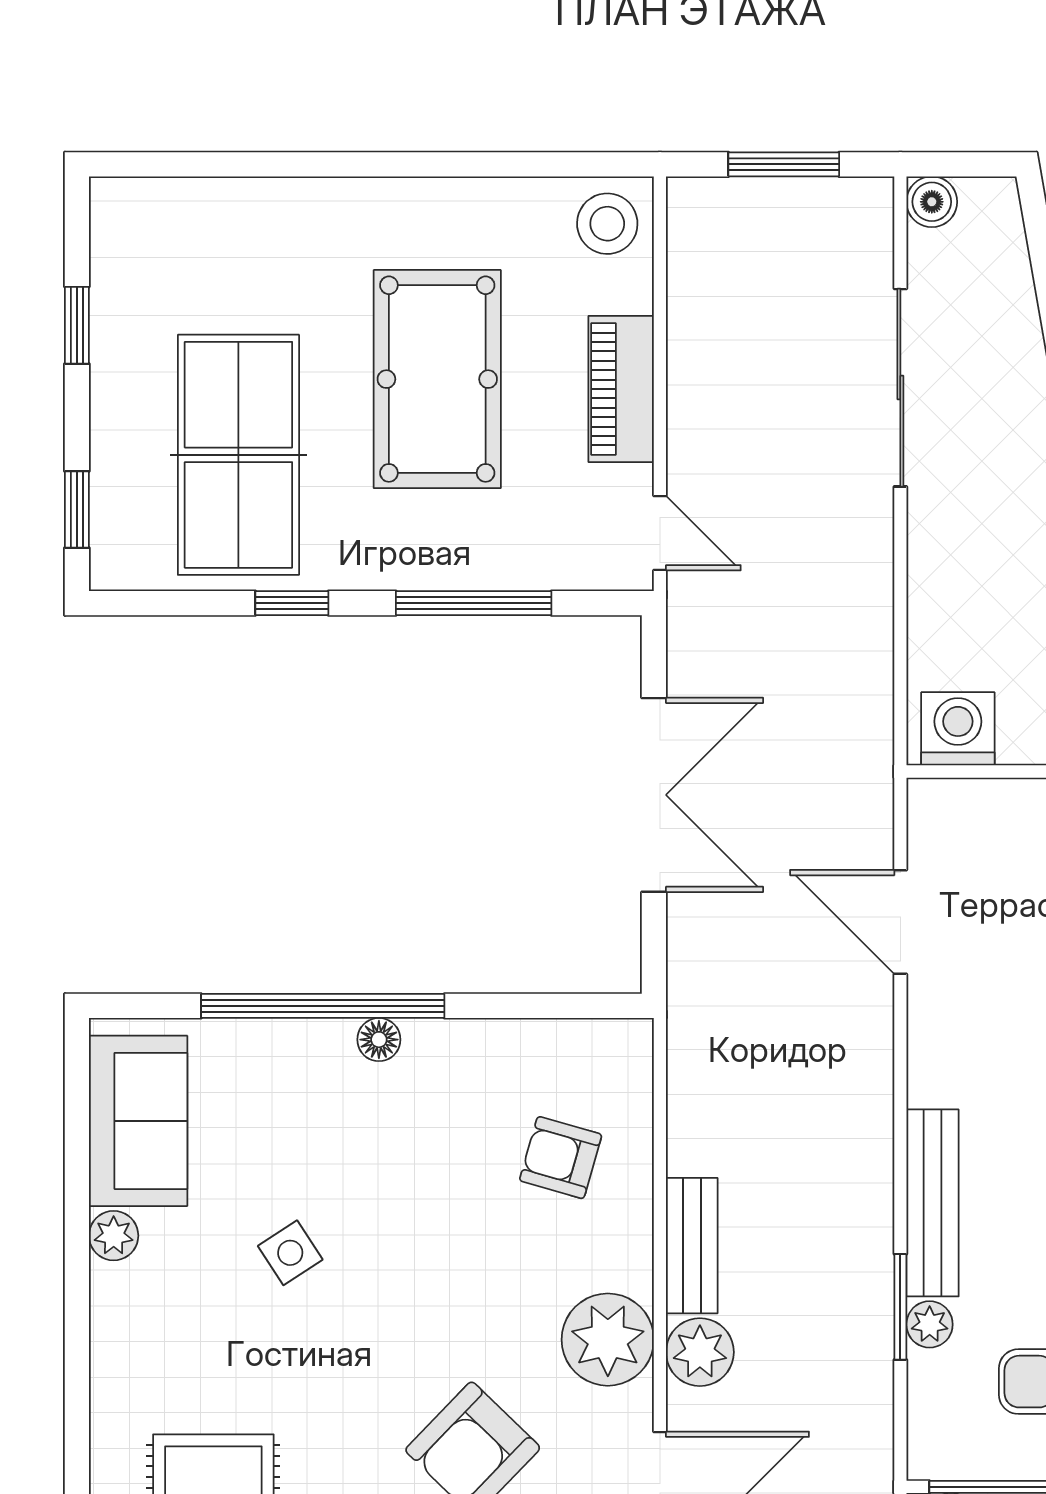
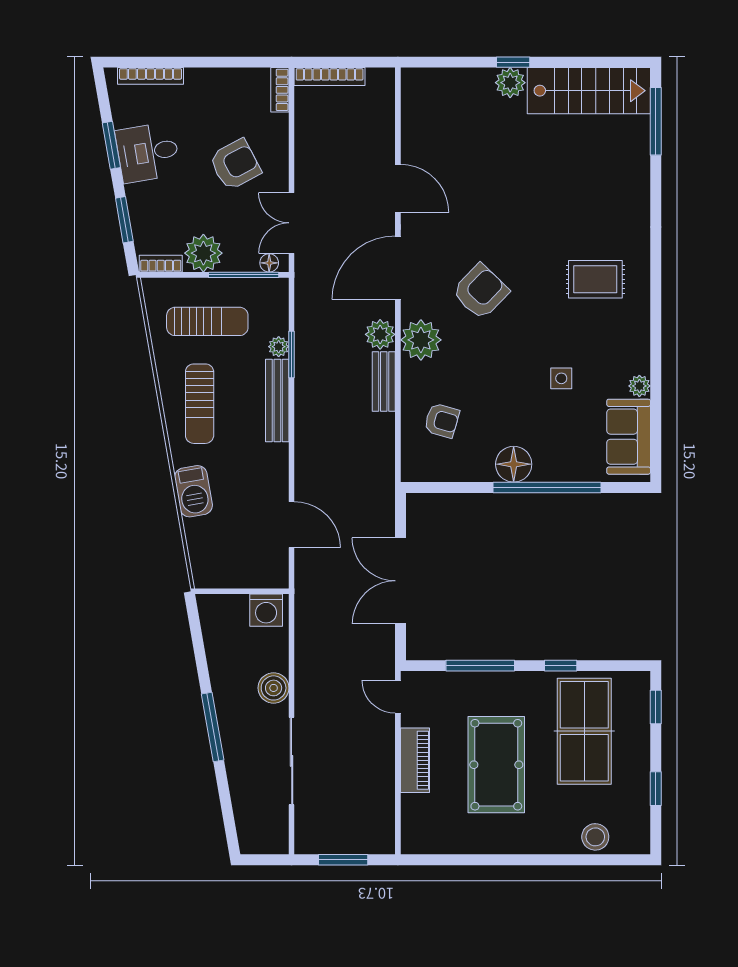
boiler: (932, 202) -> (274, 688), moved, width x1.36, depth x1.36
stool: (607, 224) -> (595, 837), moved
floor lamp: (379, 1040) -> (514, 464), width x1.89, depth x1.89
side table: (290, 1253) -> (561, 378), turned 33

